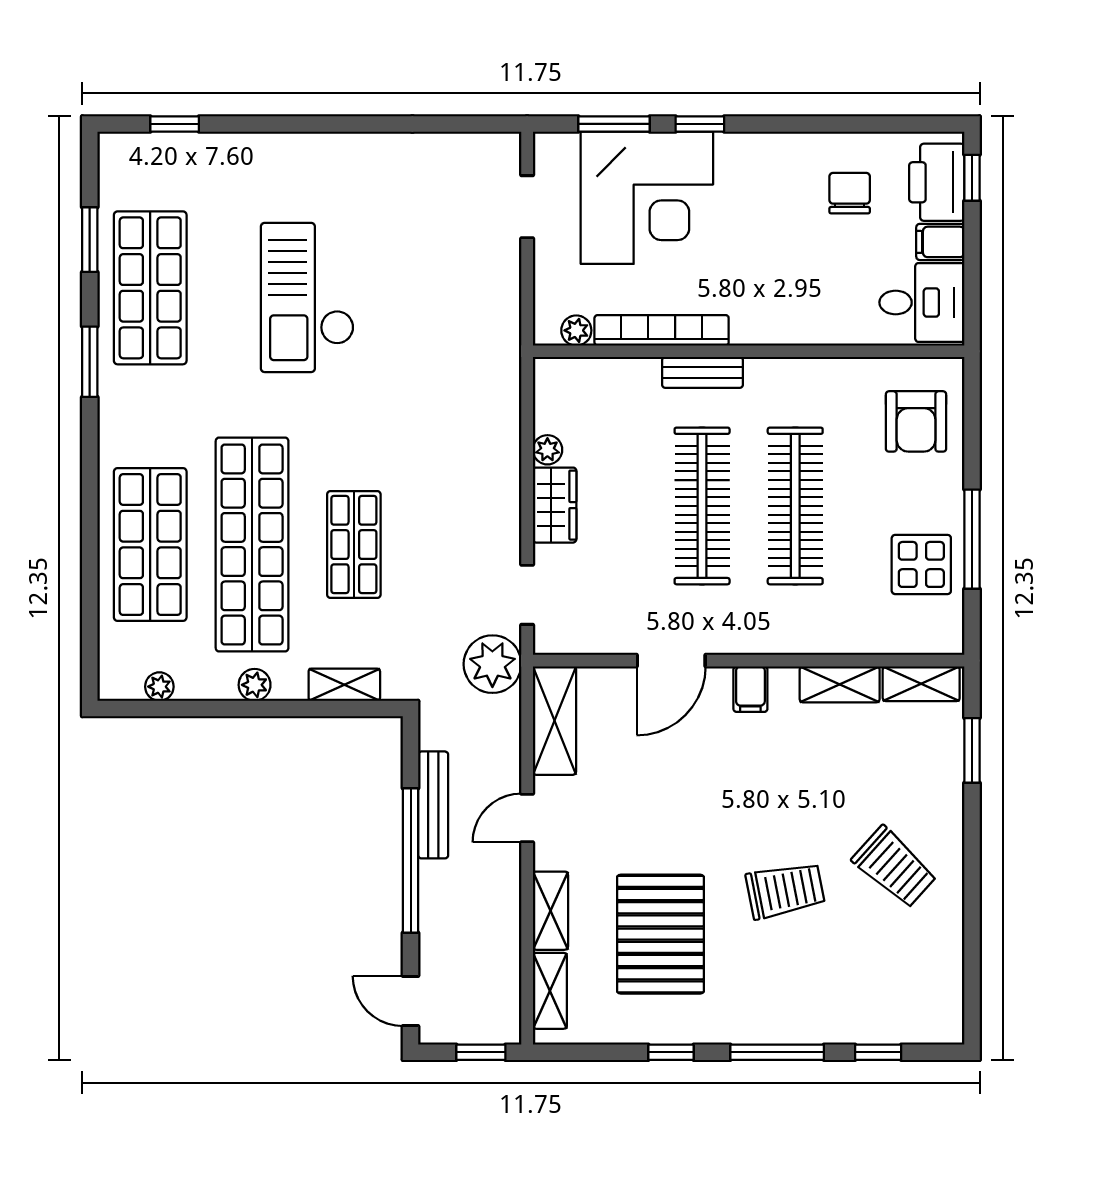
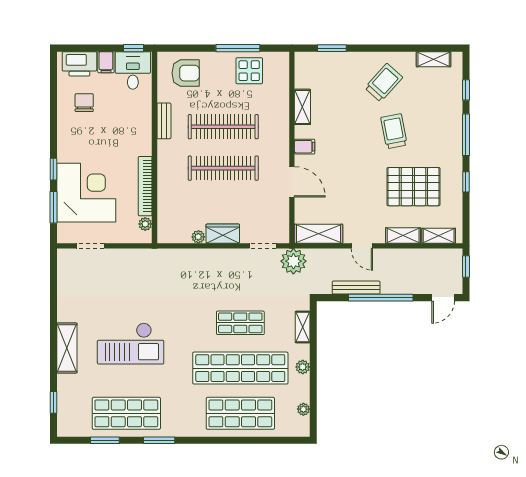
shelving: (297, 154) -> (67, 348), added
window: (972, 178) -> (134, 48), moved
chair: (850, 193) -> (84, 103), turned 90
bench: (702, 372) -> (164, 121), moved
shelving: (921, 684) -> (434, 59), moved, turned 90

